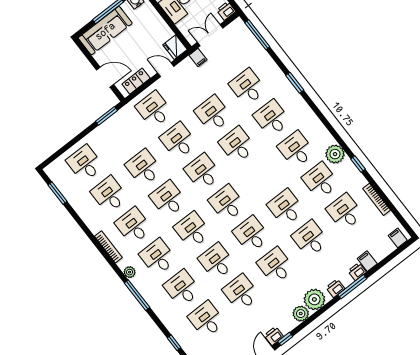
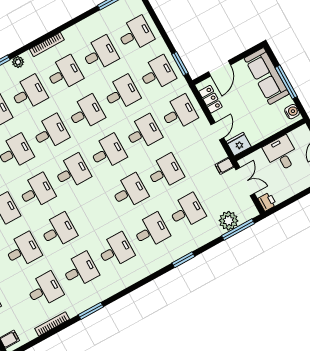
desk: (119, 136) -> (157, 73), added
plant: (335, 154) -> (229, 221), moved
window: (358, 164) -> (91, 311), width x1.50

